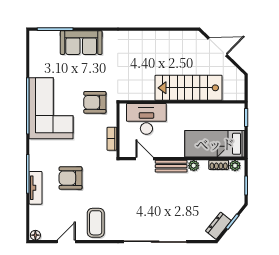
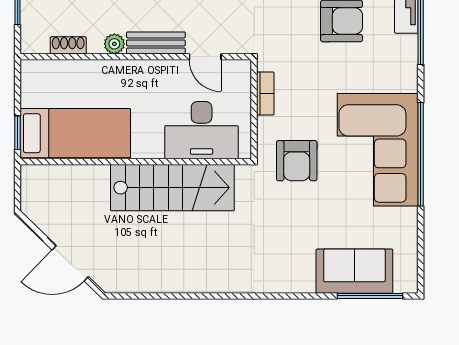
sofa: (81, 43) -> (354, 271), moved
stairs: (189, 88) -> (172, 188), moved
armchair: (95, 102) -> (297, 161), turned 90
bed: (215, 144) -> (75, 133), moved
plant: (235, 166) -> (38, 44), removed

